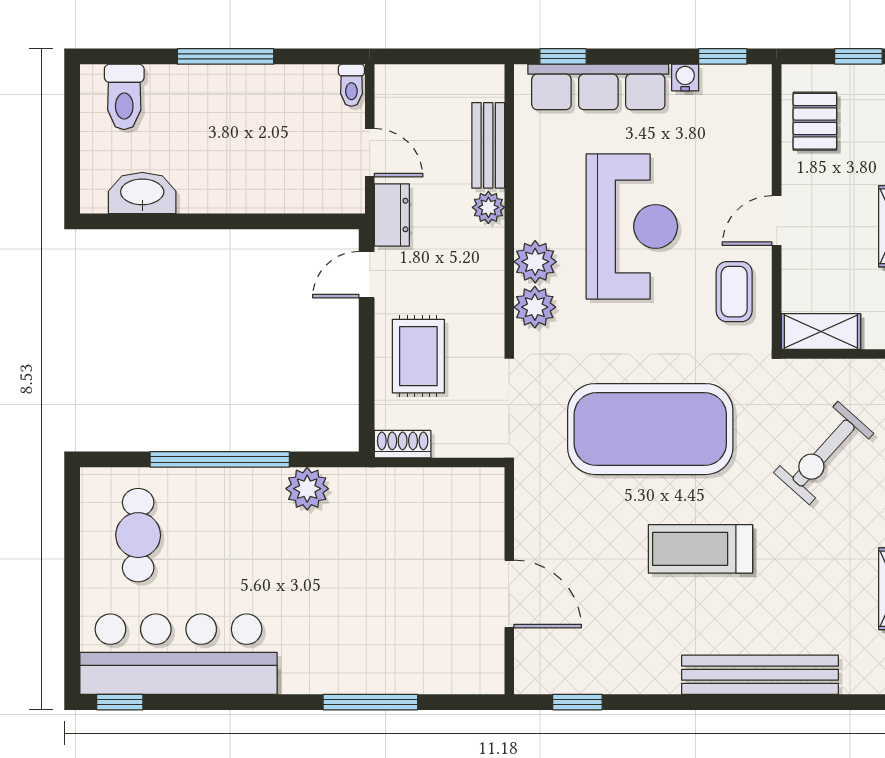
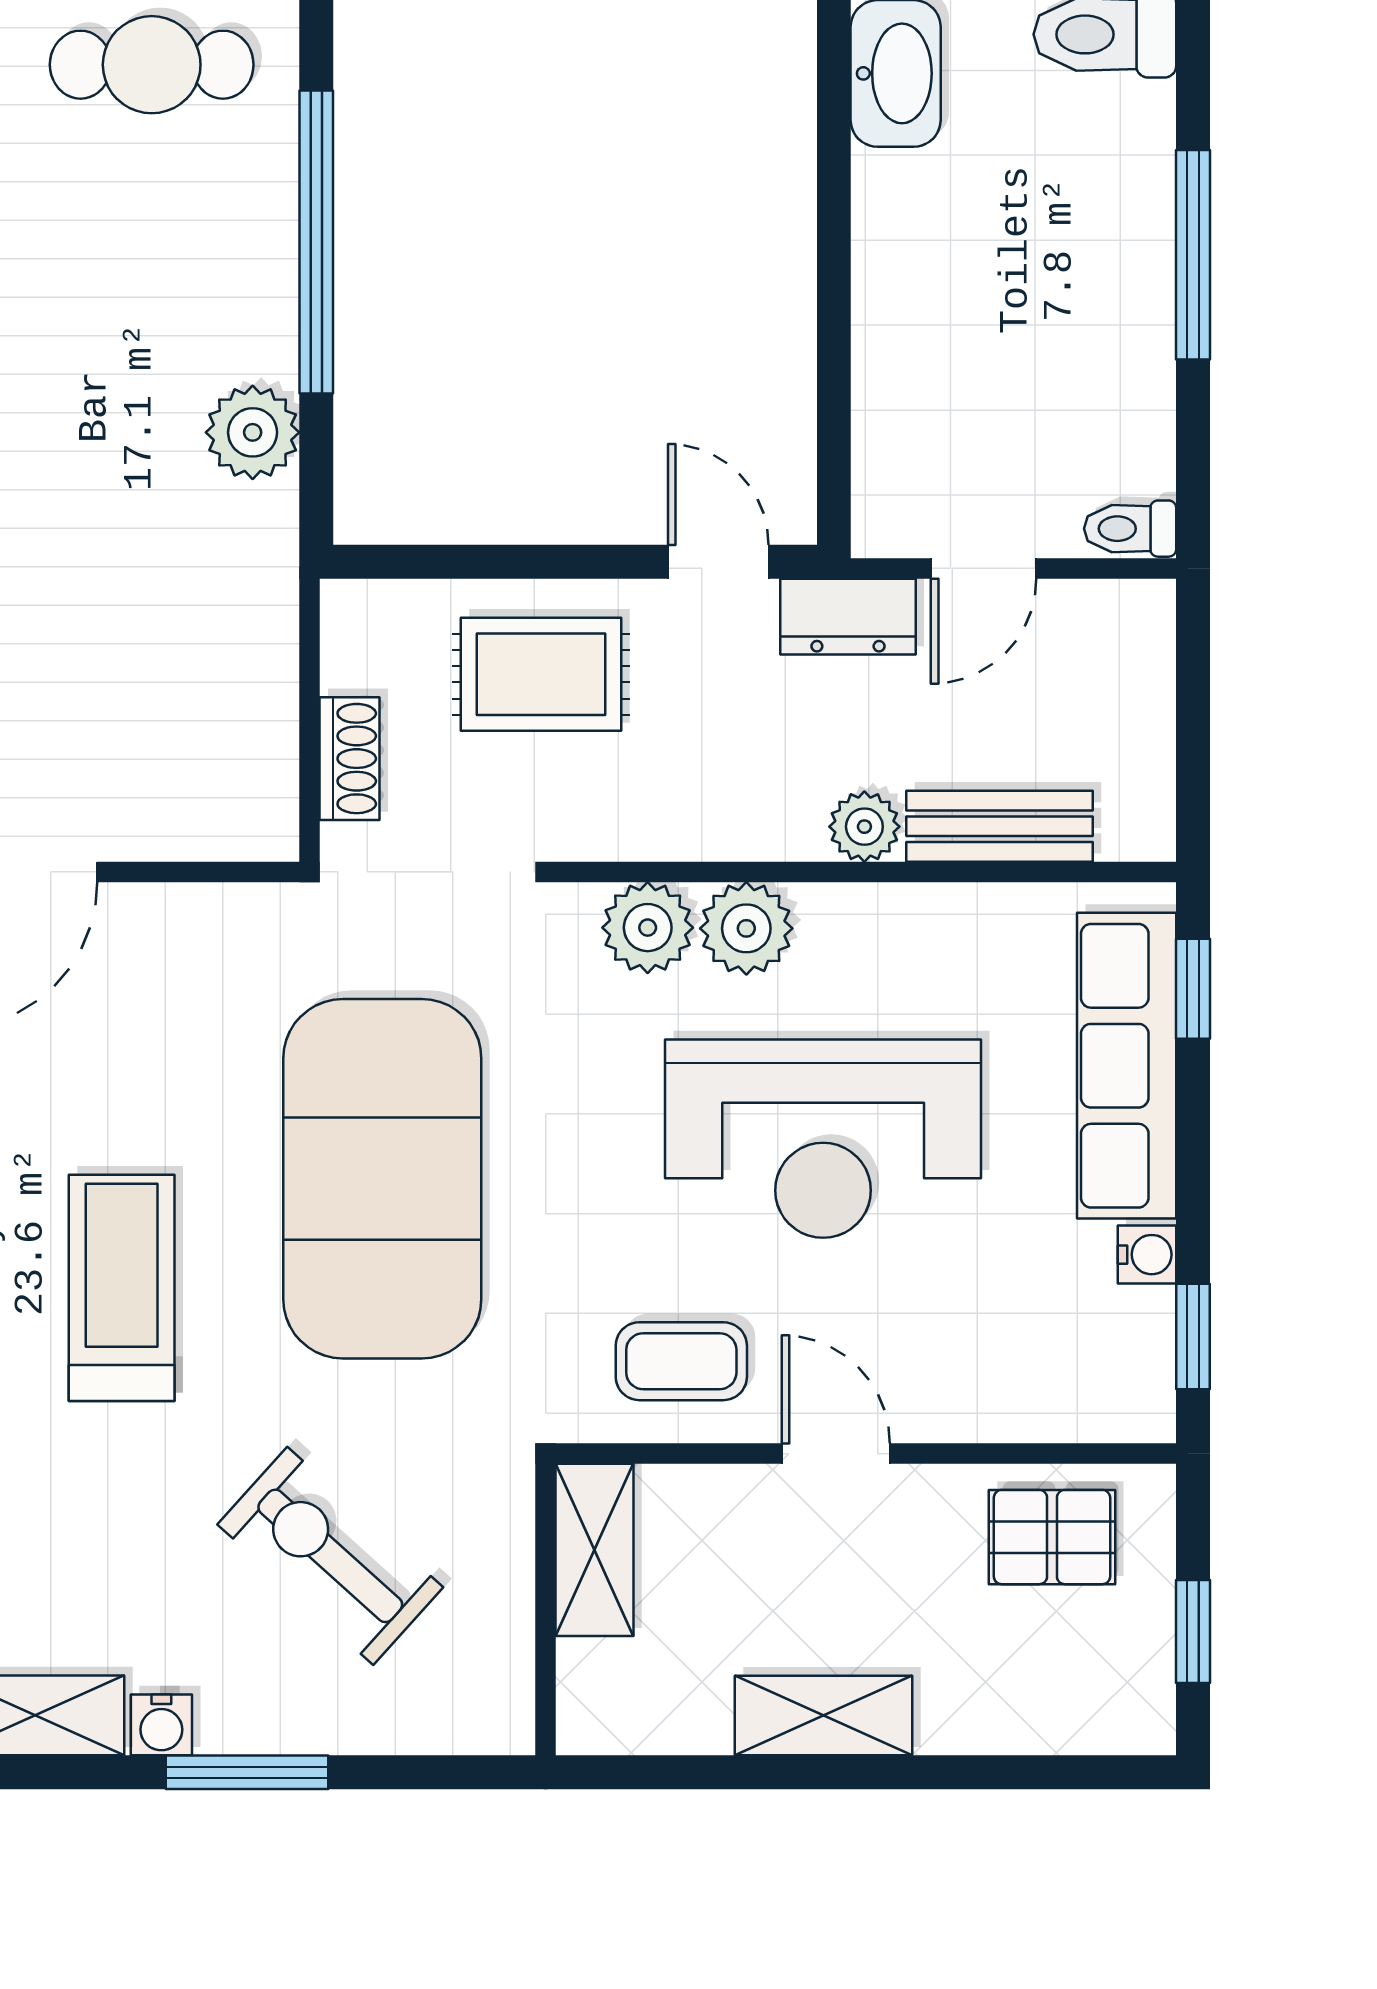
shoe rack: (403, 444) -> (349, 759), moved

